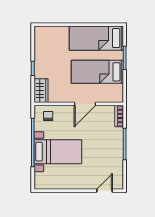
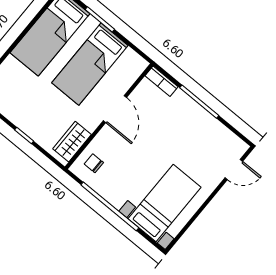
wardrobe: (41, 91) -> (72, 142), moved, turned -90
bed with nightstands: (58, 152) -> (165, 203), moved
door: (104, 191) -> (234, 170), swing flipped

